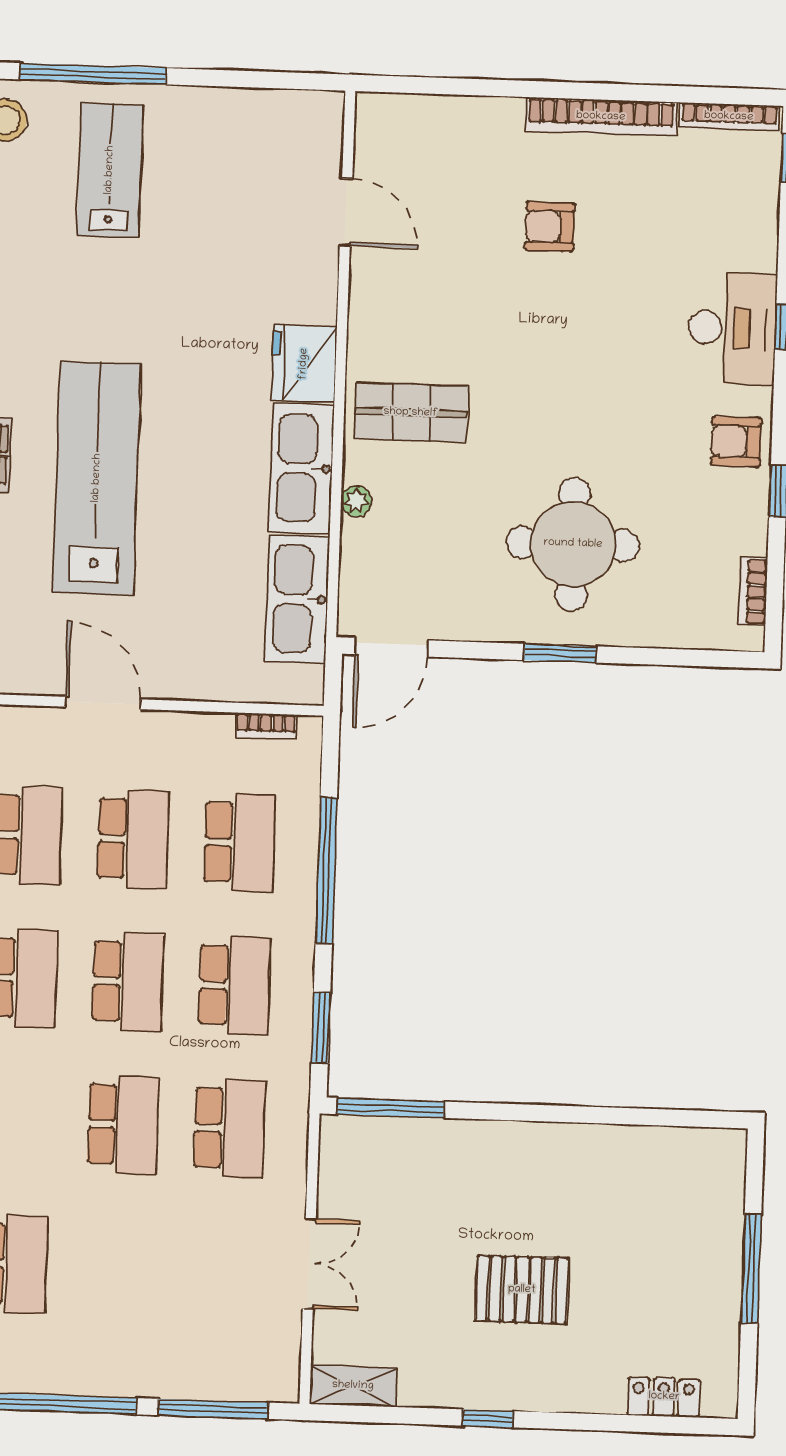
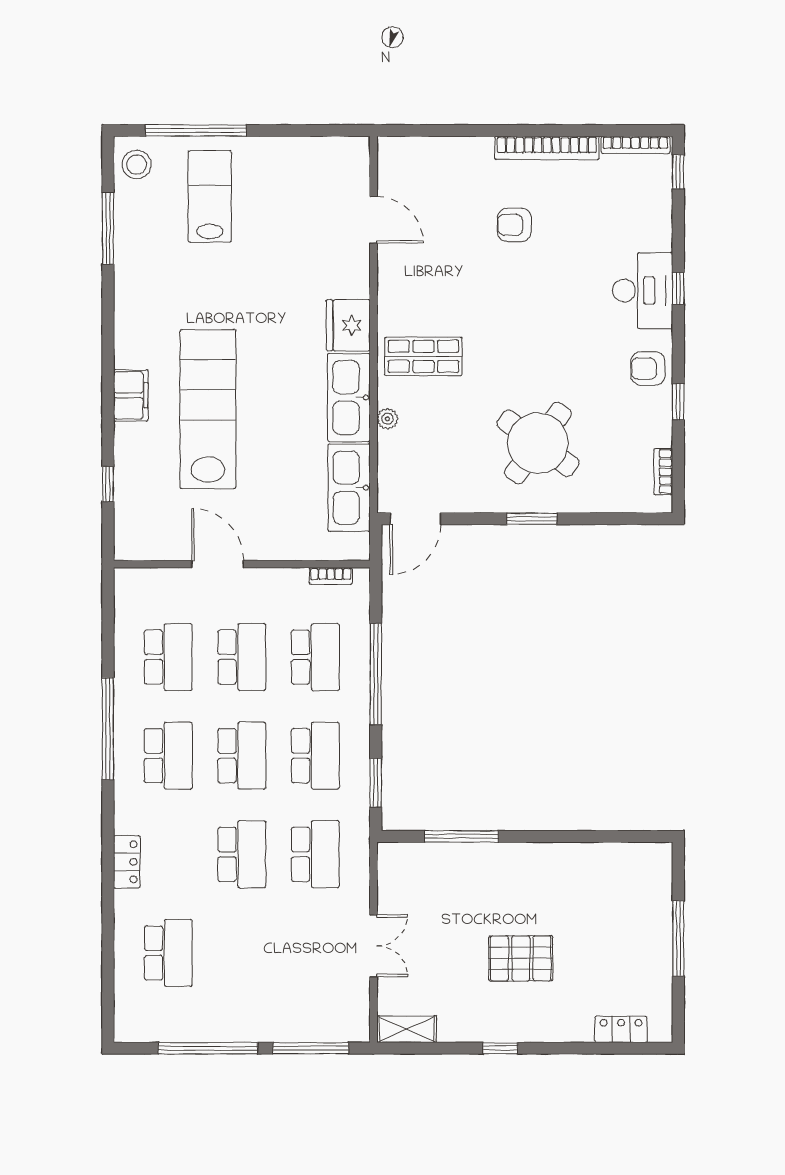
round table: (573, 544) -> (538, 443), turned 36
window: (390, 1108) -> (462, 836), moved

